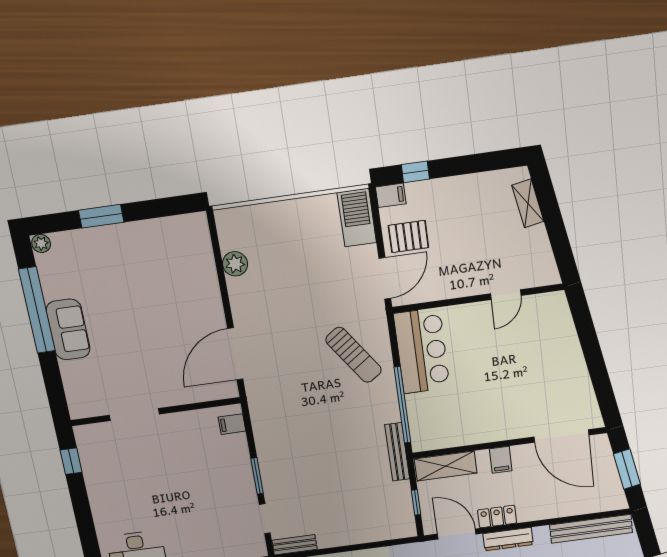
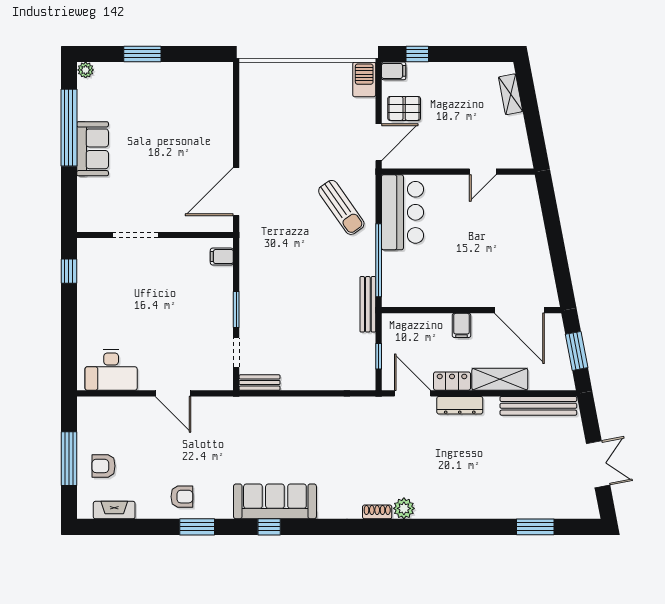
barbecue: (357, 218) -> (364, 79), width x0.73, depth x0.83
plant: (235, 264) -> (250, 111), removed
shelving: (446, 466) -> (500, 379), moved

